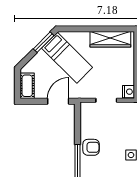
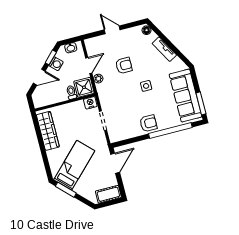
door: (58, 101) -> (115, 163), swing flipped
armchair: (91, 147) -> (148, 123), turned 90

